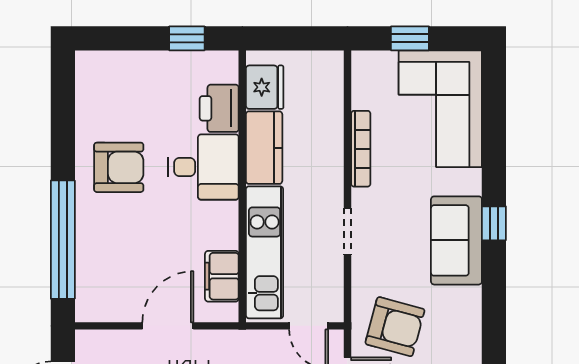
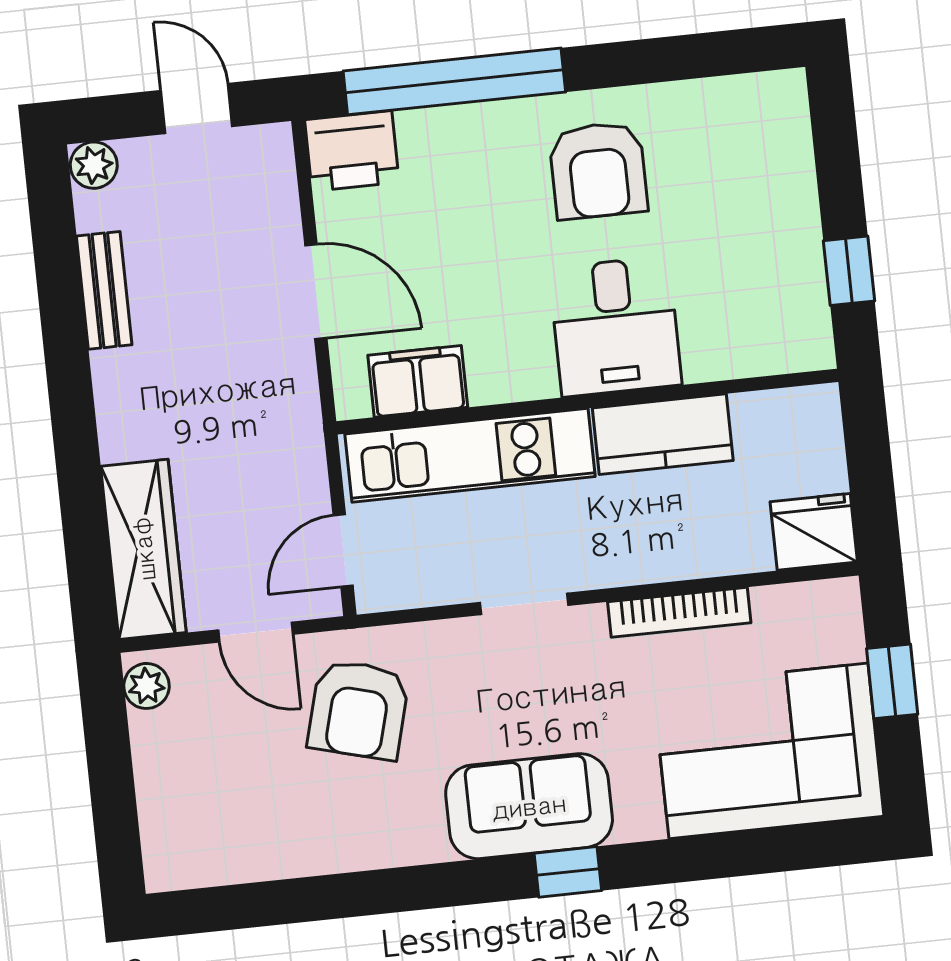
fridge: (265, 87) -> (814, 532), moved, turned 180
printer: (219, 108) -> (352, 151), moved, turned 180

